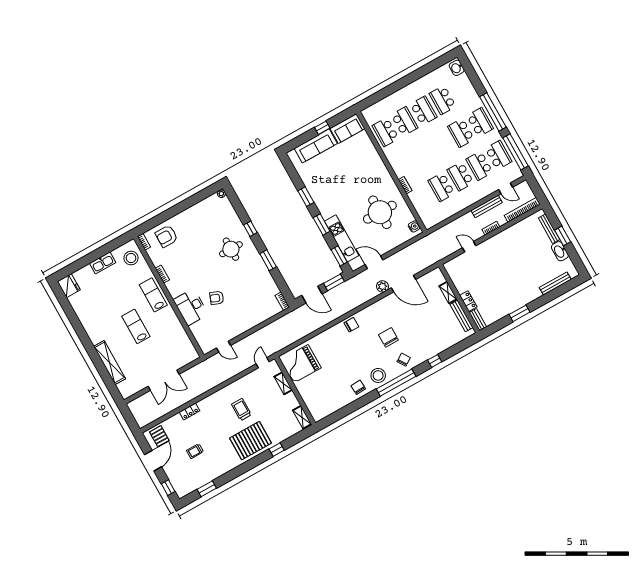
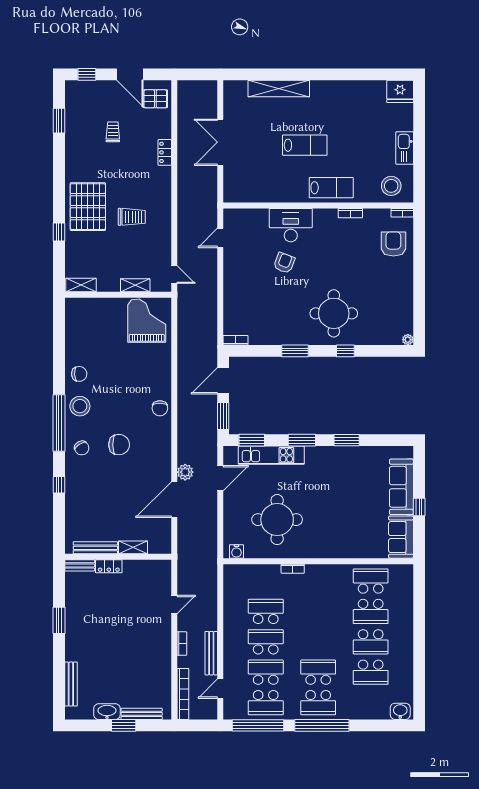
school desk: (443, 100) -> (371, 672), turned 180
round table: (231, 249) -> (334, 313), width x1.36, depth x1.36

